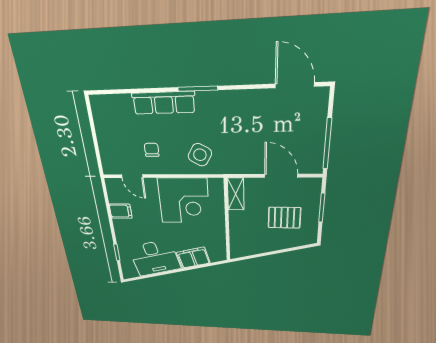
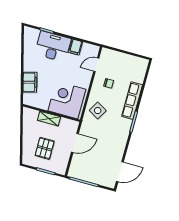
door: (281, 176) -> (75, 143), moved
shelving: (236, 194) -> (49, 119), moved
corner desk: (184, 201) -> (67, 100), moved, turned 90
desk: (155, 258) -> (53, 46), moved, turned 105

